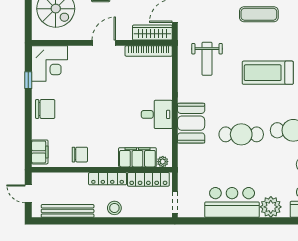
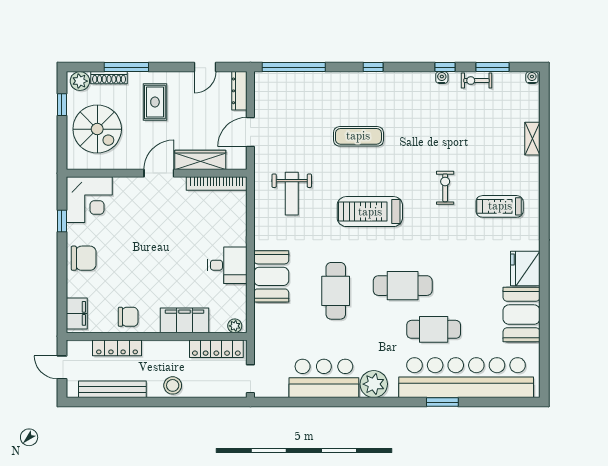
wardrobe: (152, 33) -> (200, 160), moved
cafe table: (241, 134) -> (336, 291), turned 90
filing cabinet: (137, 157) -> (185, 320), moved
locker: (108, 179) -> (117, 348), moved

